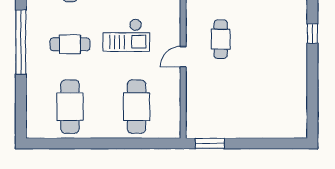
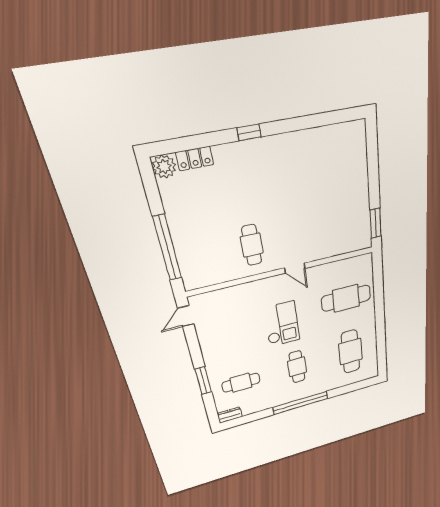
cafe table: (221, 39) -> (252, 245), moved, turned 90
cafe table: (70, 107) -> (351, 352), turned 90

